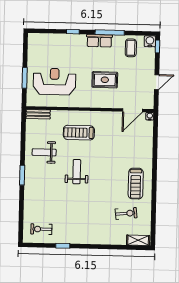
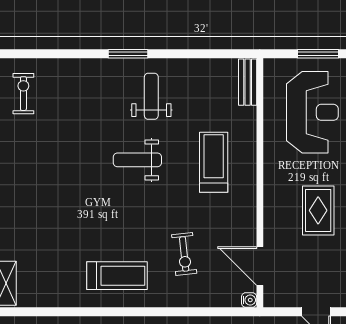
weight bench: (44, 152) -> (151, 96), moved
weight bench: (77, 172) -> (137, 160), turned 180
treadmill: (136, 184) -> (117, 276), turned 180
exercise bike: (126, 213) -> (184, 254), moved

